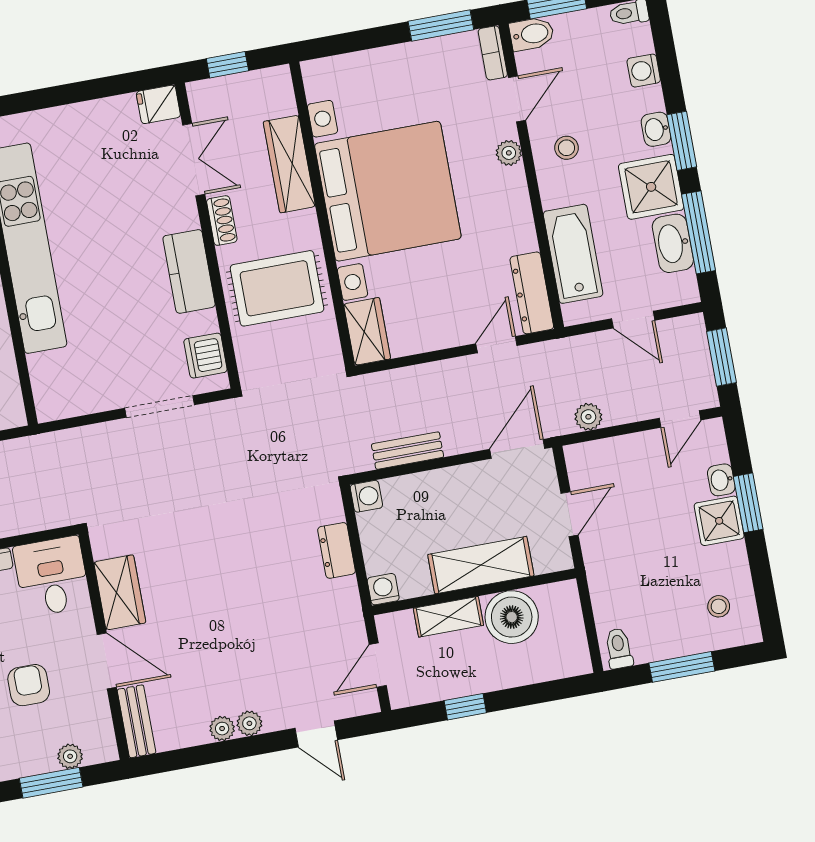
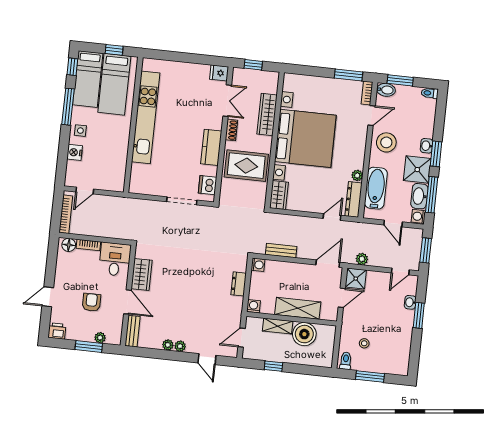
washing machine: (644, 71) -> (418, 216), moved
stool: (567, 148) -> (386, 142), width x1.89, depth x1.89
plant: (509, 153) -> (357, 175), moved
shower: (719, 521) -> (356, 279), moved
stool: (719, 606) -> (364, 343), moved

